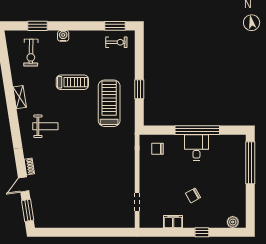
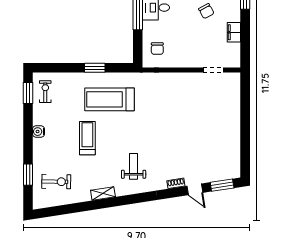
water cooler: (63, 36) -> (39, 132), moved

